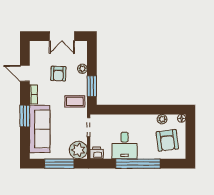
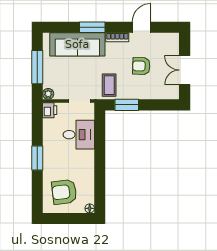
plant: (82, 69) -> (147, 94), removed
plant: (162, 119) -> (89, 186), removed
desk: (125, 145) -> (79, 135), moved, turned 180
plant: (78, 150) -> (48, 94), width x0.53, depth x0.53
window: (138, 164) -> (37, 158), width x0.47

